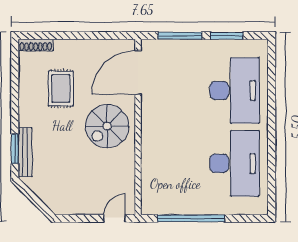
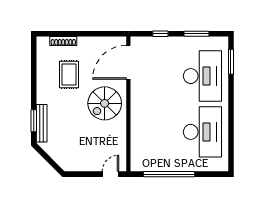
window: (180, 36) -> (160, 34), width x0.46
shoe rack: (36, 45) -> (63, 41), moved
window: (272, 72) -> (231, 62), added

